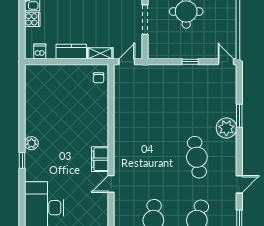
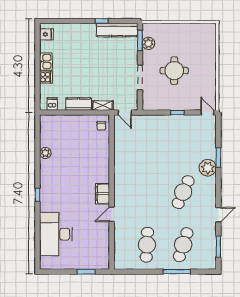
door: (127, 62) -> (125, 113), swing flipped
plant: (31, 143) -> (45, 153), moved
cafe table: (197, 157) -> (183, 192), turned 33

